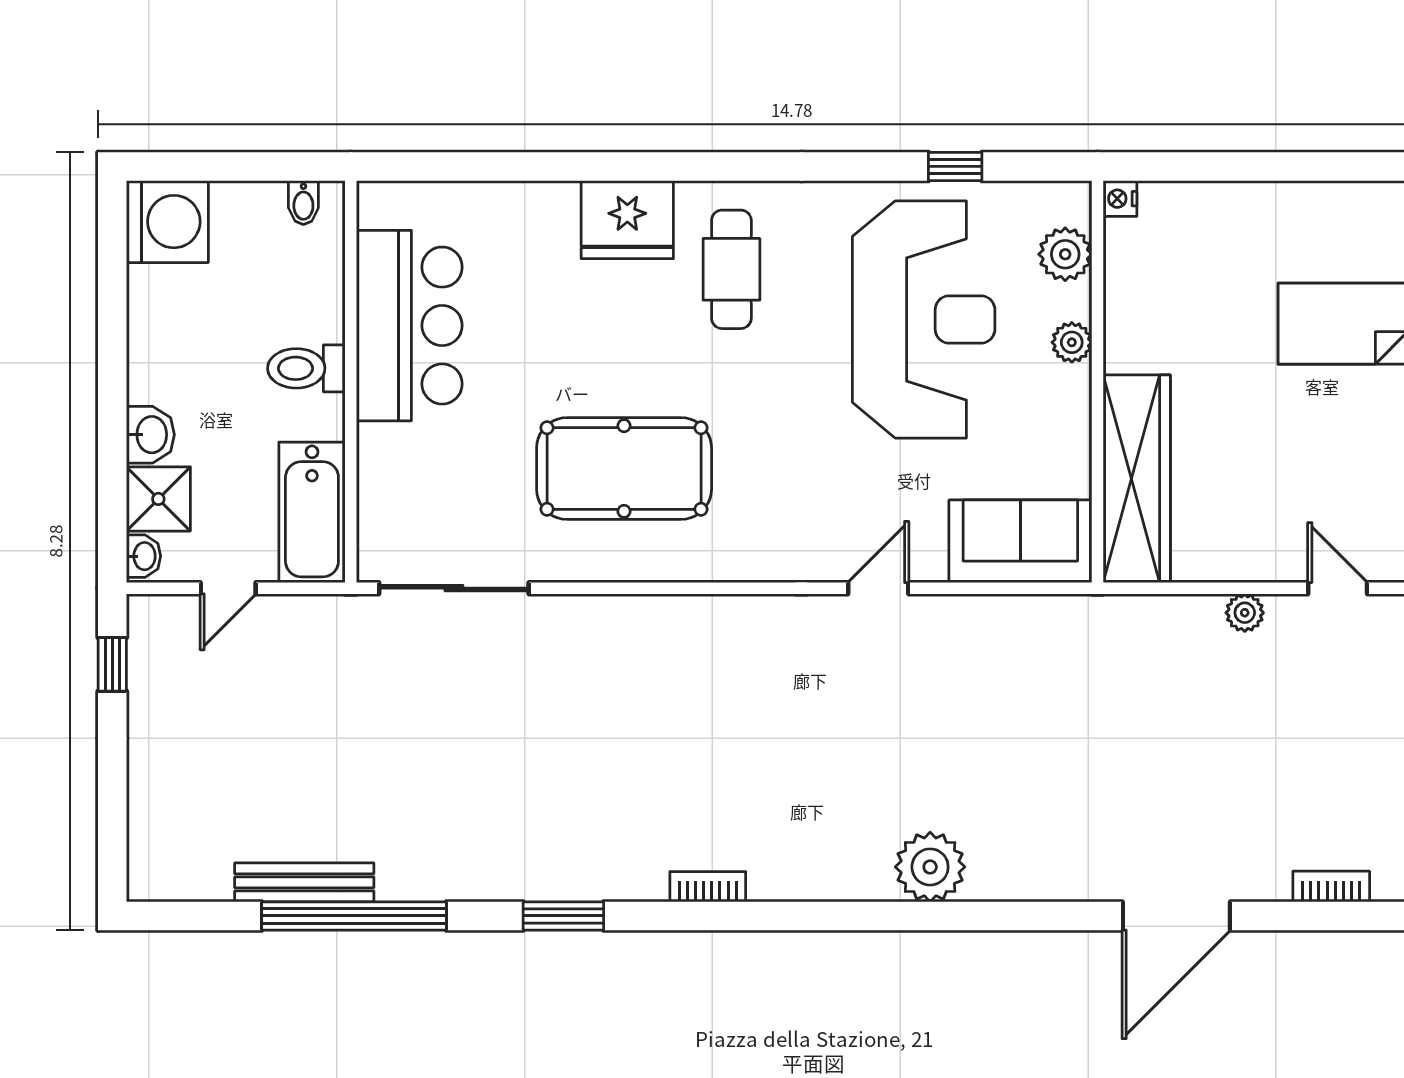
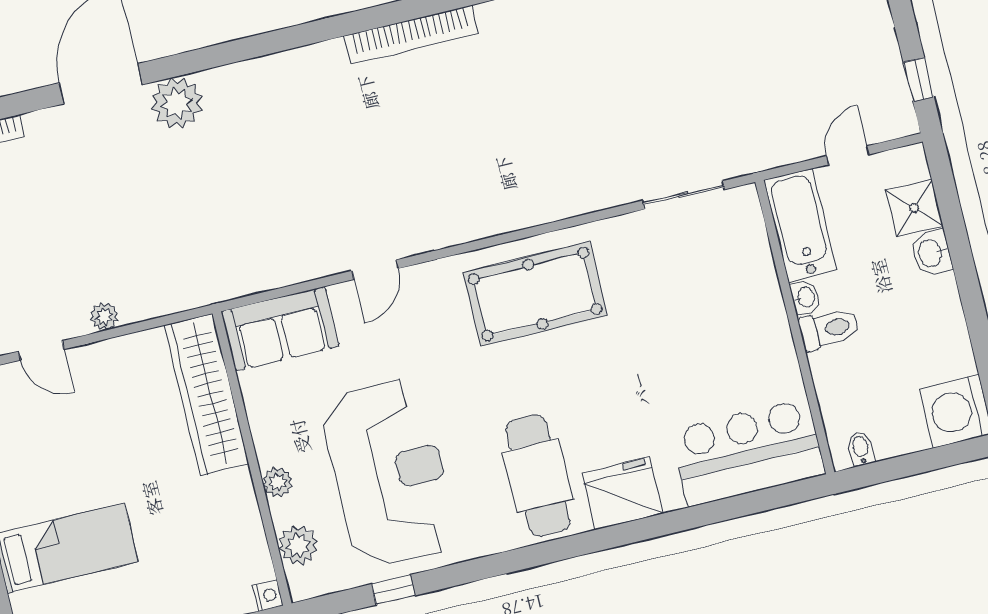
cafe table: (731, 269) -> (538, 476), width x1.37, depth x1.35
reception desk: (924, 319) -> (389, 473), turned 180
bar counter: (409, 326) -> (748, 452), moved, turned 90
pool table: (624, 468) -> (535, 294), moved
washbasin: (143, 556) -> (805, 297), moved, turned 180
sliding door: (454, 588) -> (684, 195), width x0.73
plant: (930, 867) -> (177, 103), moved
bookcase: (708, 887) -> (411, 35), width x2.31, depth x1.31

